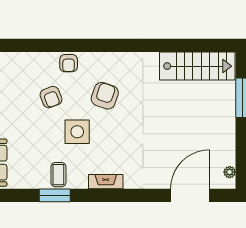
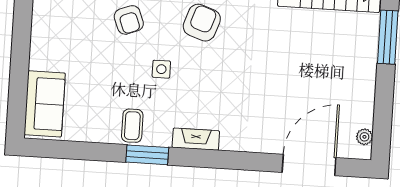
side table: (77, 132) -> (161, 69), width x0.54, depth x0.54
window: (55, 195) -> (147, 155), moved

